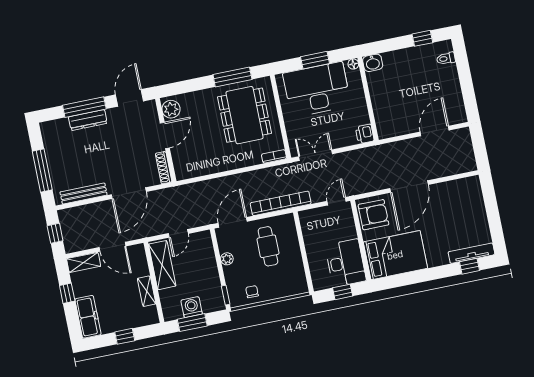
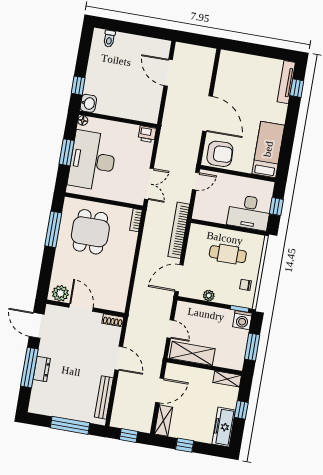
window: (422, 38) -> (78, 86), moved
dining table: (245, 115) -> (90, 232), width x0.73
dresser: (88, 120) -> (42, 369), width x0.70
double door: (316, 155) -> (149, 184), swing flipped
shoe rack: (164, 168) -> (113, 320), width x0.70
door: (129, 193) -> (119, 358), width x0.73
door: (337, 201) -> (196, 181), swing flipped
armchair: (373, 215) -> (220, 154), turned 88
door: (233, 222) -> (179, 278), hinge flipped
cafe table: (268, 246) -> (228, 254), moved
bed: (395, 255) -> (268, 149), width x0.67
desk: (345, 263) -> (249, 212), moved, turned 180
shelving: (147, 291) -> (227, 379), moved
washing machine: (192, 307) -> (242, 320), moved, turned -90
freezer: (88, 317) -> (224, 427), moved, turned -90

